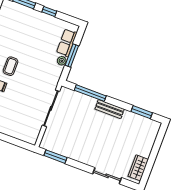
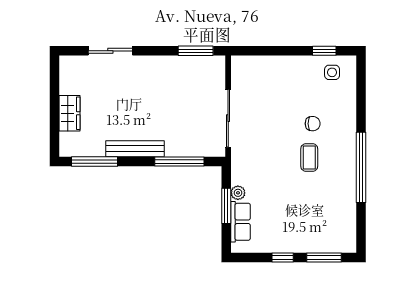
bench: (110, 109) -> (135, 149), width x1.36
window: (142, 112) -> (95, 162), width x1.44
wardrobe: (138, 168) -> (70, 113), moved

